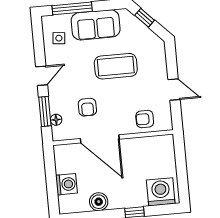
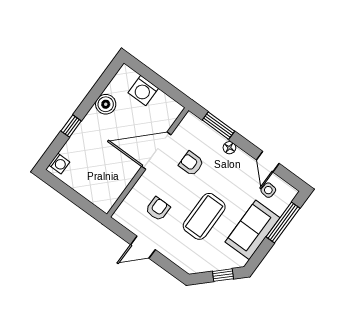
door: (42, 76) -> (268, 162), moved
armchair: (145, 119) -> (158, 209), moved
floor lamp: (56, 120) -> (229, 148), moved
washing machine: (161, 192) -> (59, 164), width x0.53, depth x0.53

